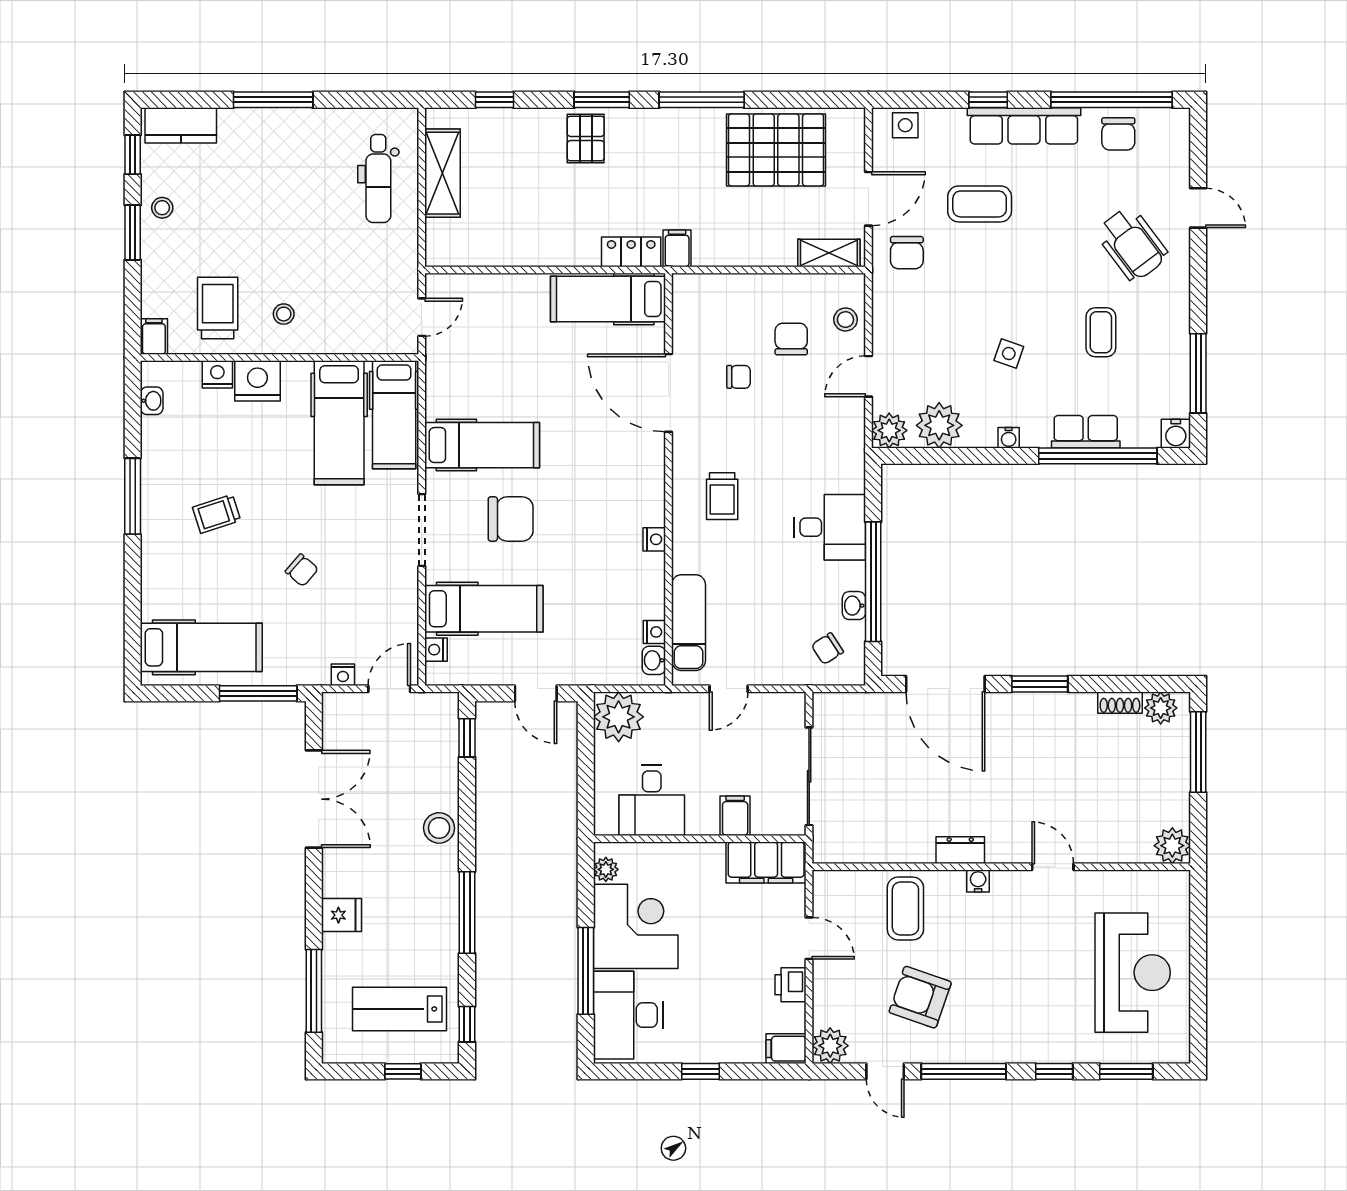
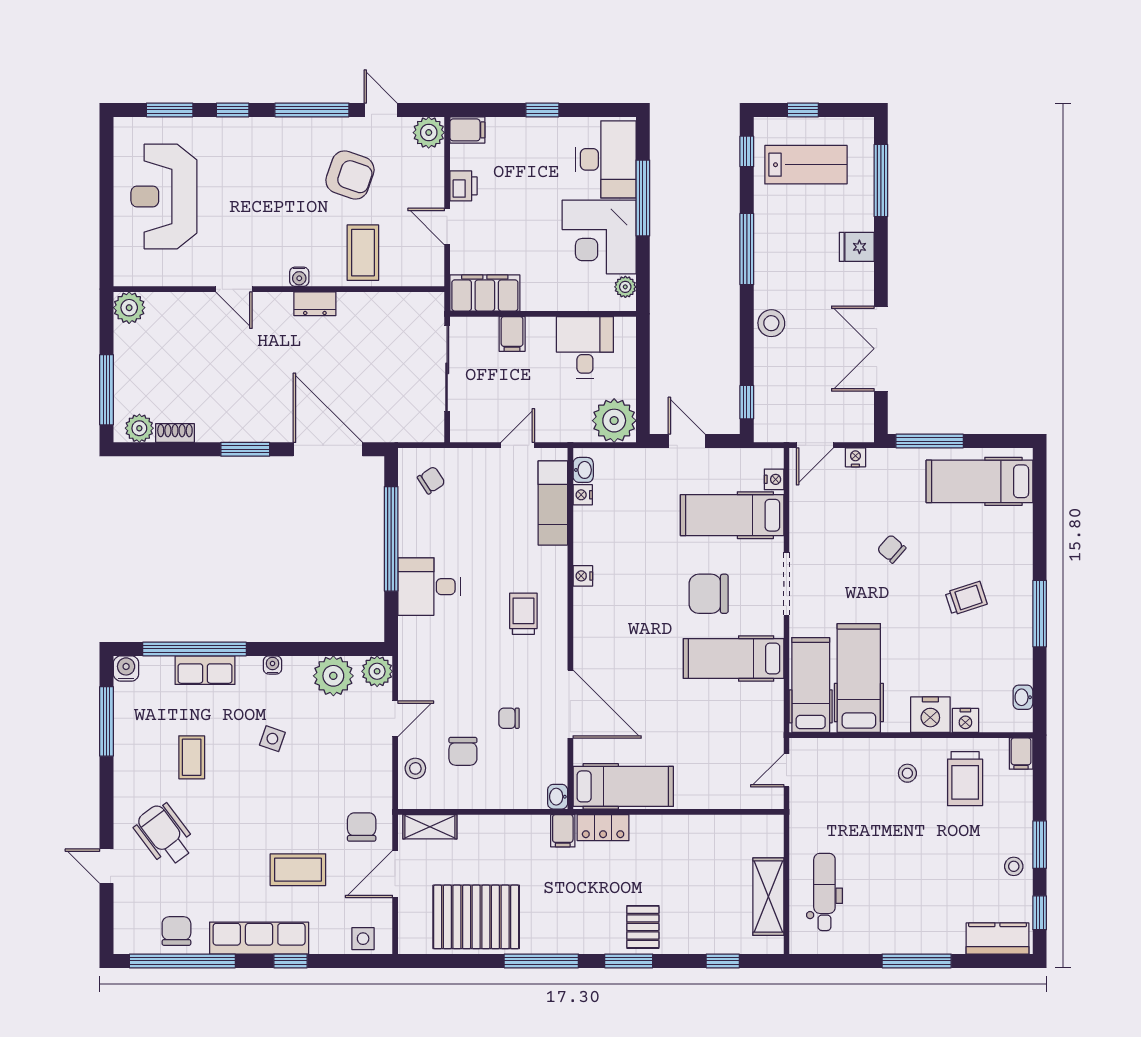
washbasin: (854, 606) -> (558, 797), moved, turned 180

